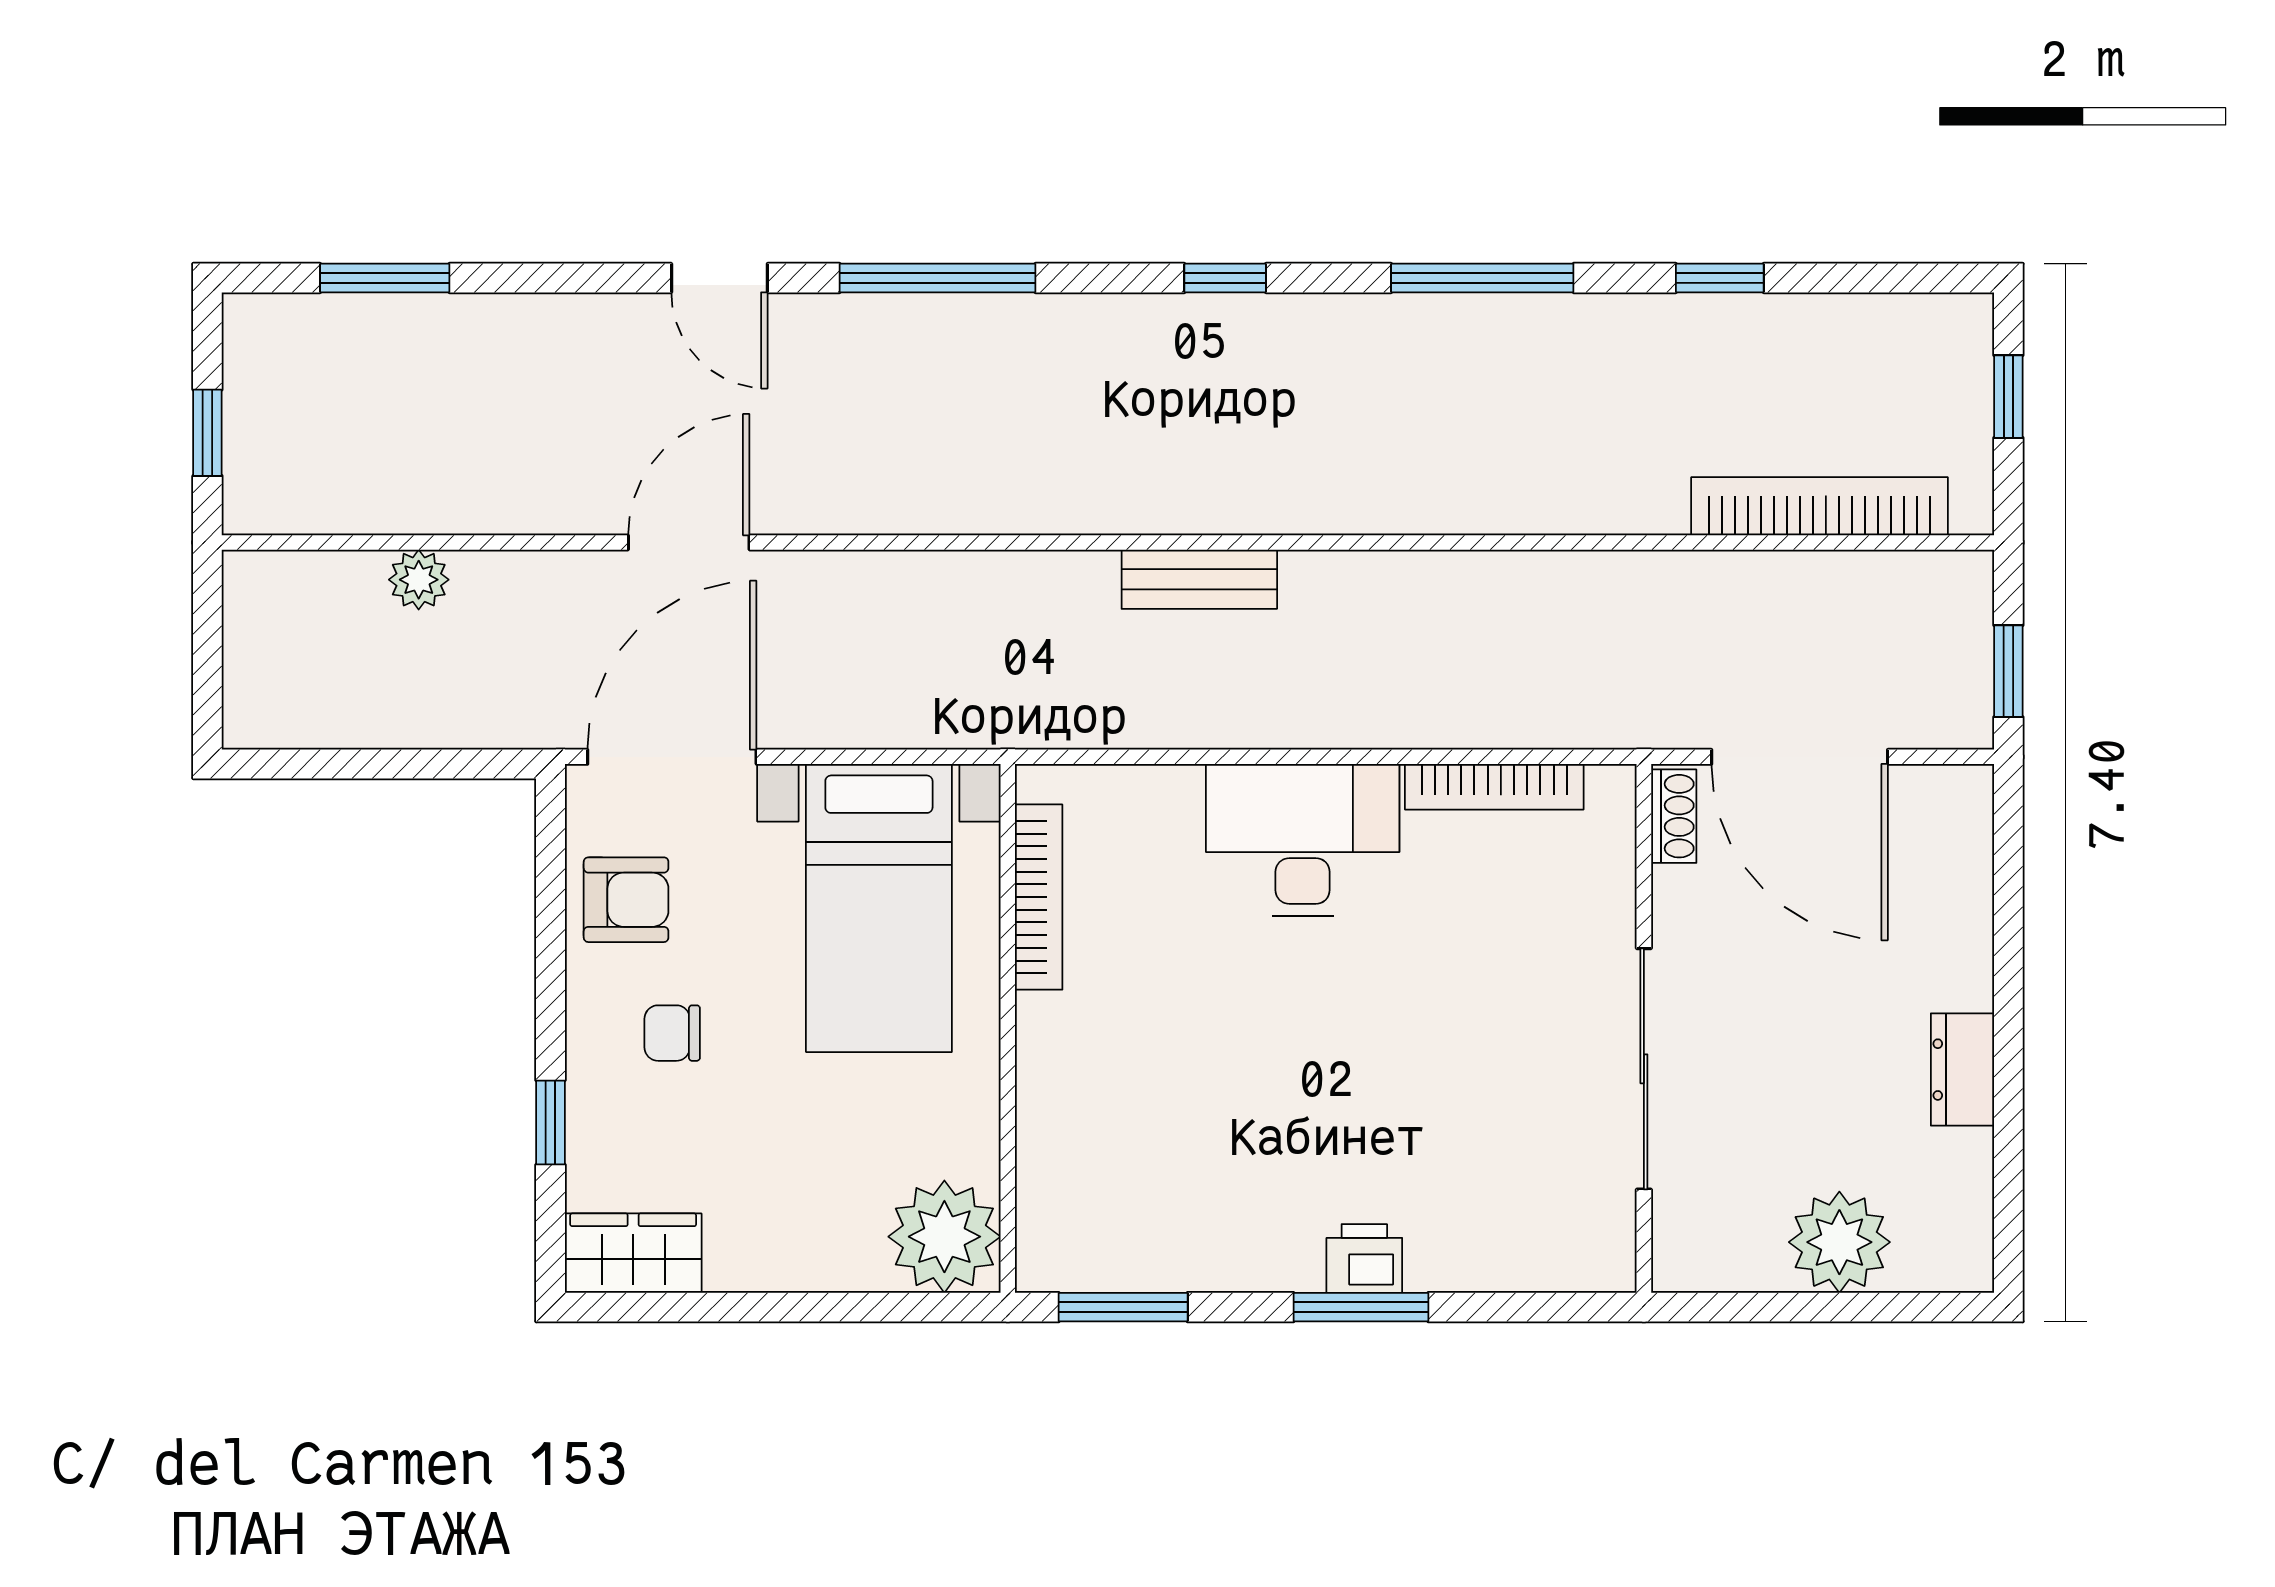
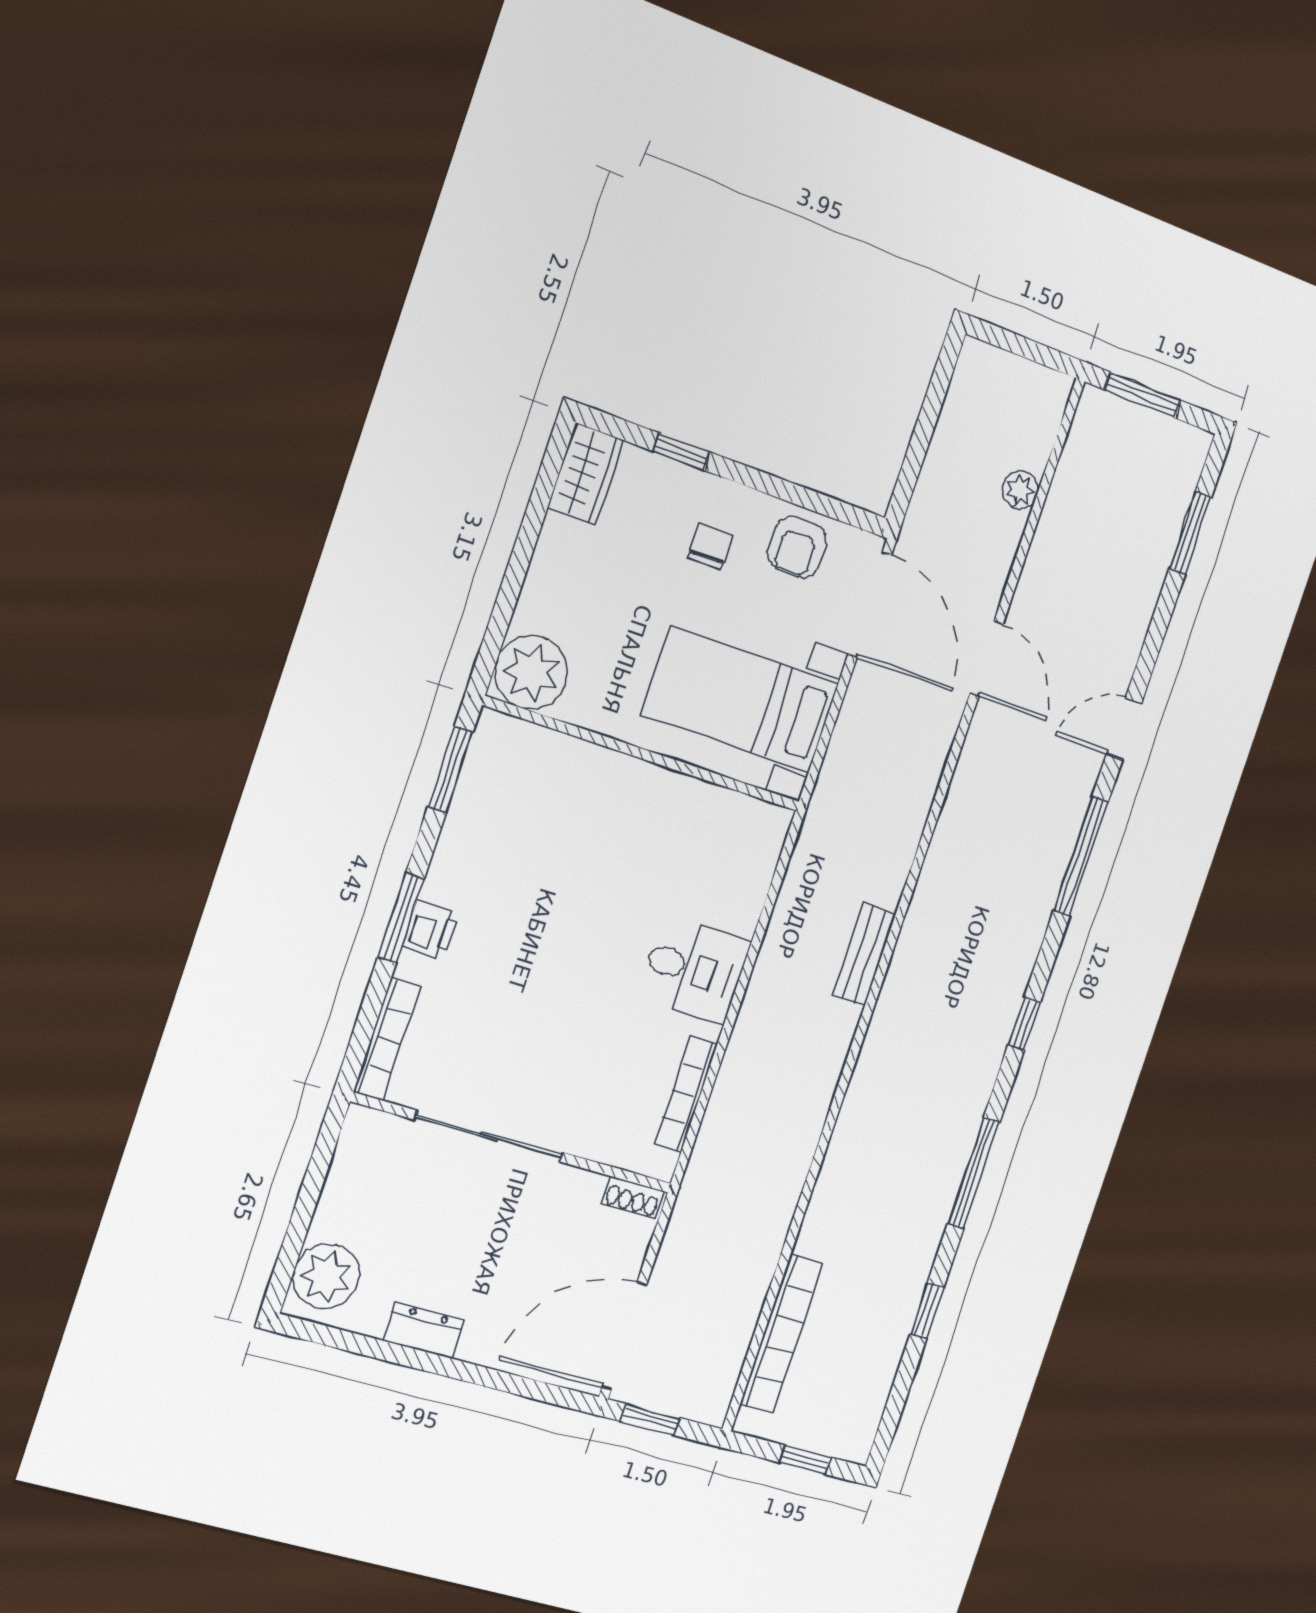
window: (207, 433) -> (1143, 395), width x1.50
door: (1800, 757) -> (624, 1336), moved
desk: (1303, 840) -> (694, 970), width x0.73
bookcase: (1039, 897) -> (387, 1039), moved, turned -90
plant: (1839, 1242) -> (326, 1276), moved

